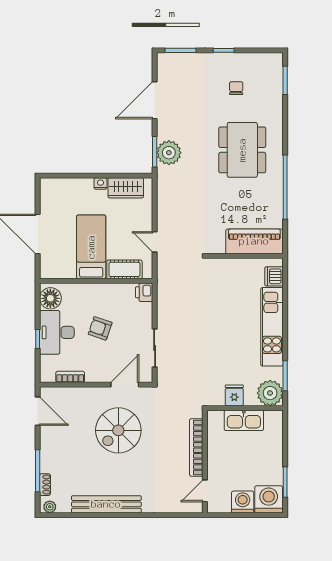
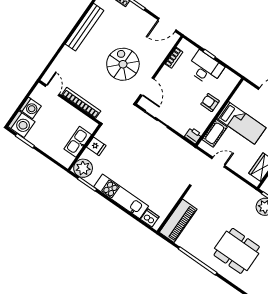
floor lamp: (50, 298) -> (228, 78), removed
armchair: (100, 328) -> (210, 103), moved, turned -109

